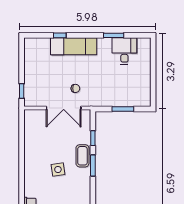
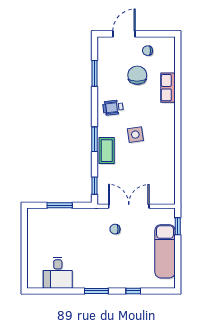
window: (114, 35) -> (96, 291), moved
exam couch: (74, 46) -> (165, 251), moved, turned -90
window: (93, 138) -> (95, 186), moved
wheelchair: (77, 193) -> (113, 108), added

